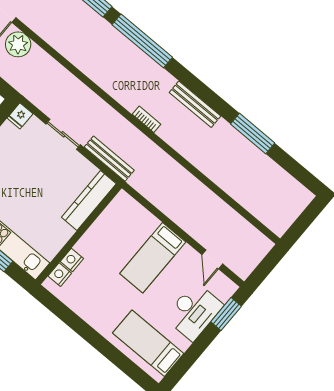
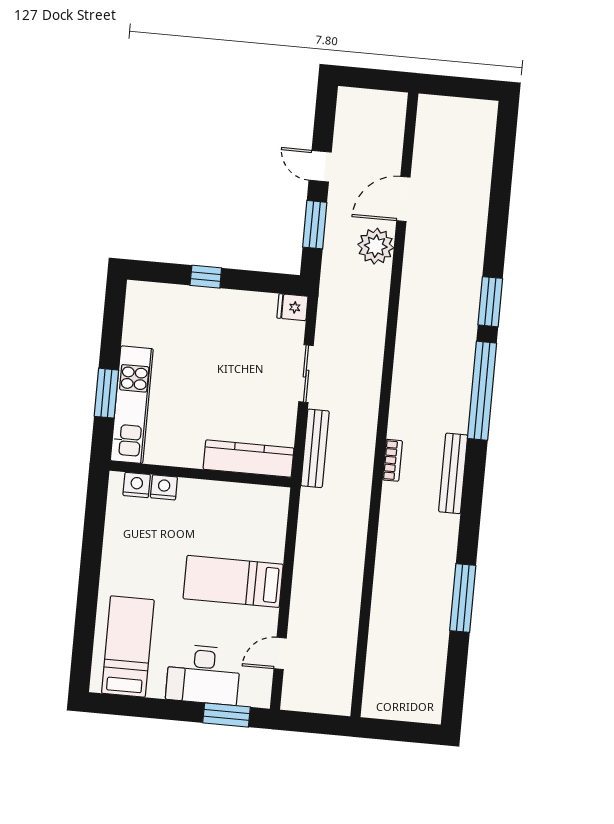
bench: (195, 104) -> (453, 473), moved

